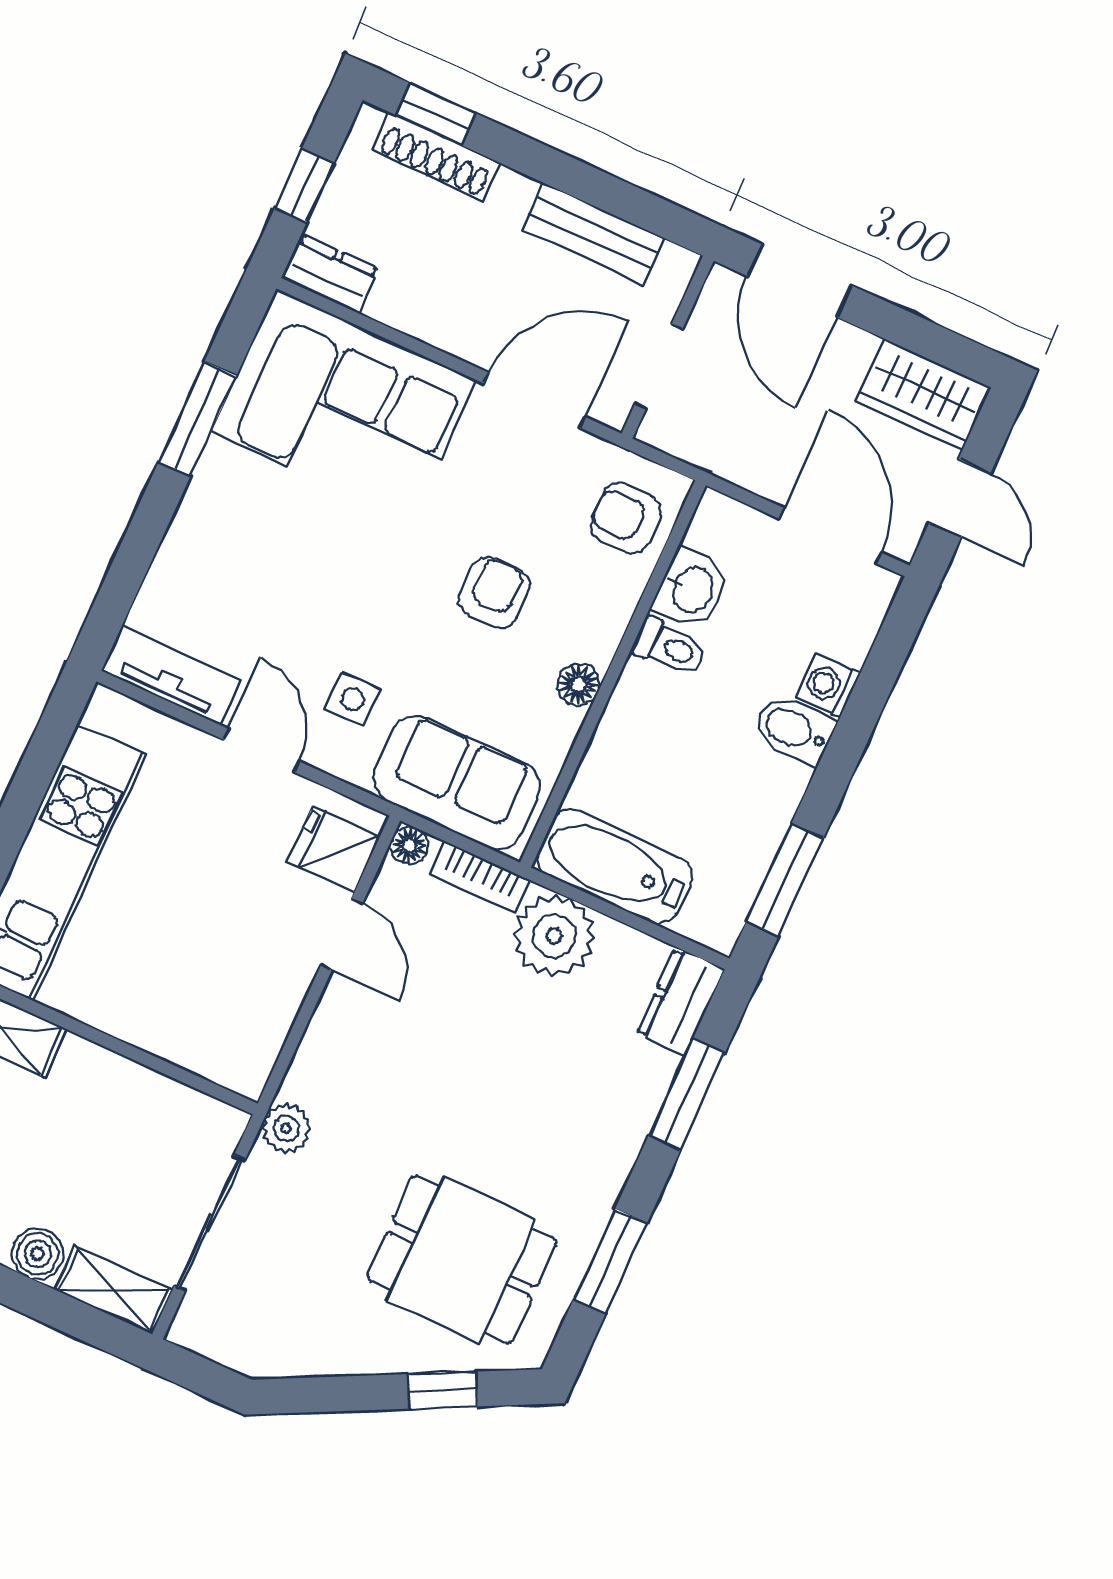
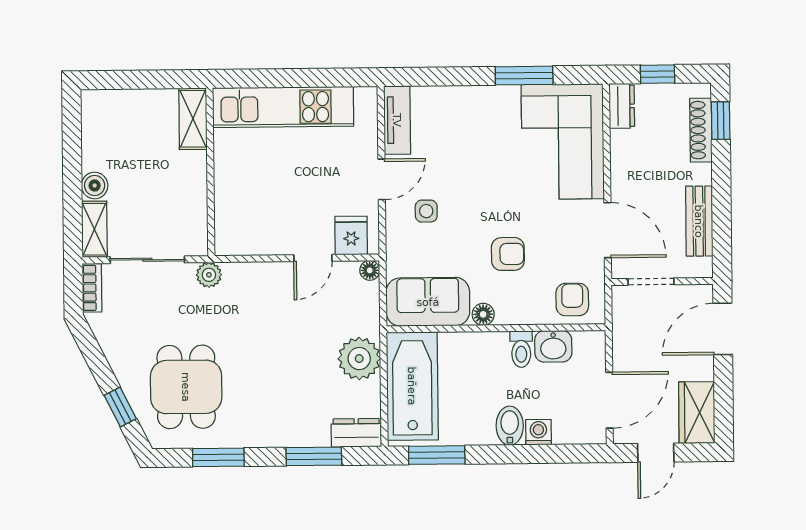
sofa: (457, 783) -> (428, 302), moved, turned -90
bathtub: (615, 867) -> (412, 386), width x1.36, depth x1.36
bookcase: (480, 877) -> (92, 288), moved, turned 180

